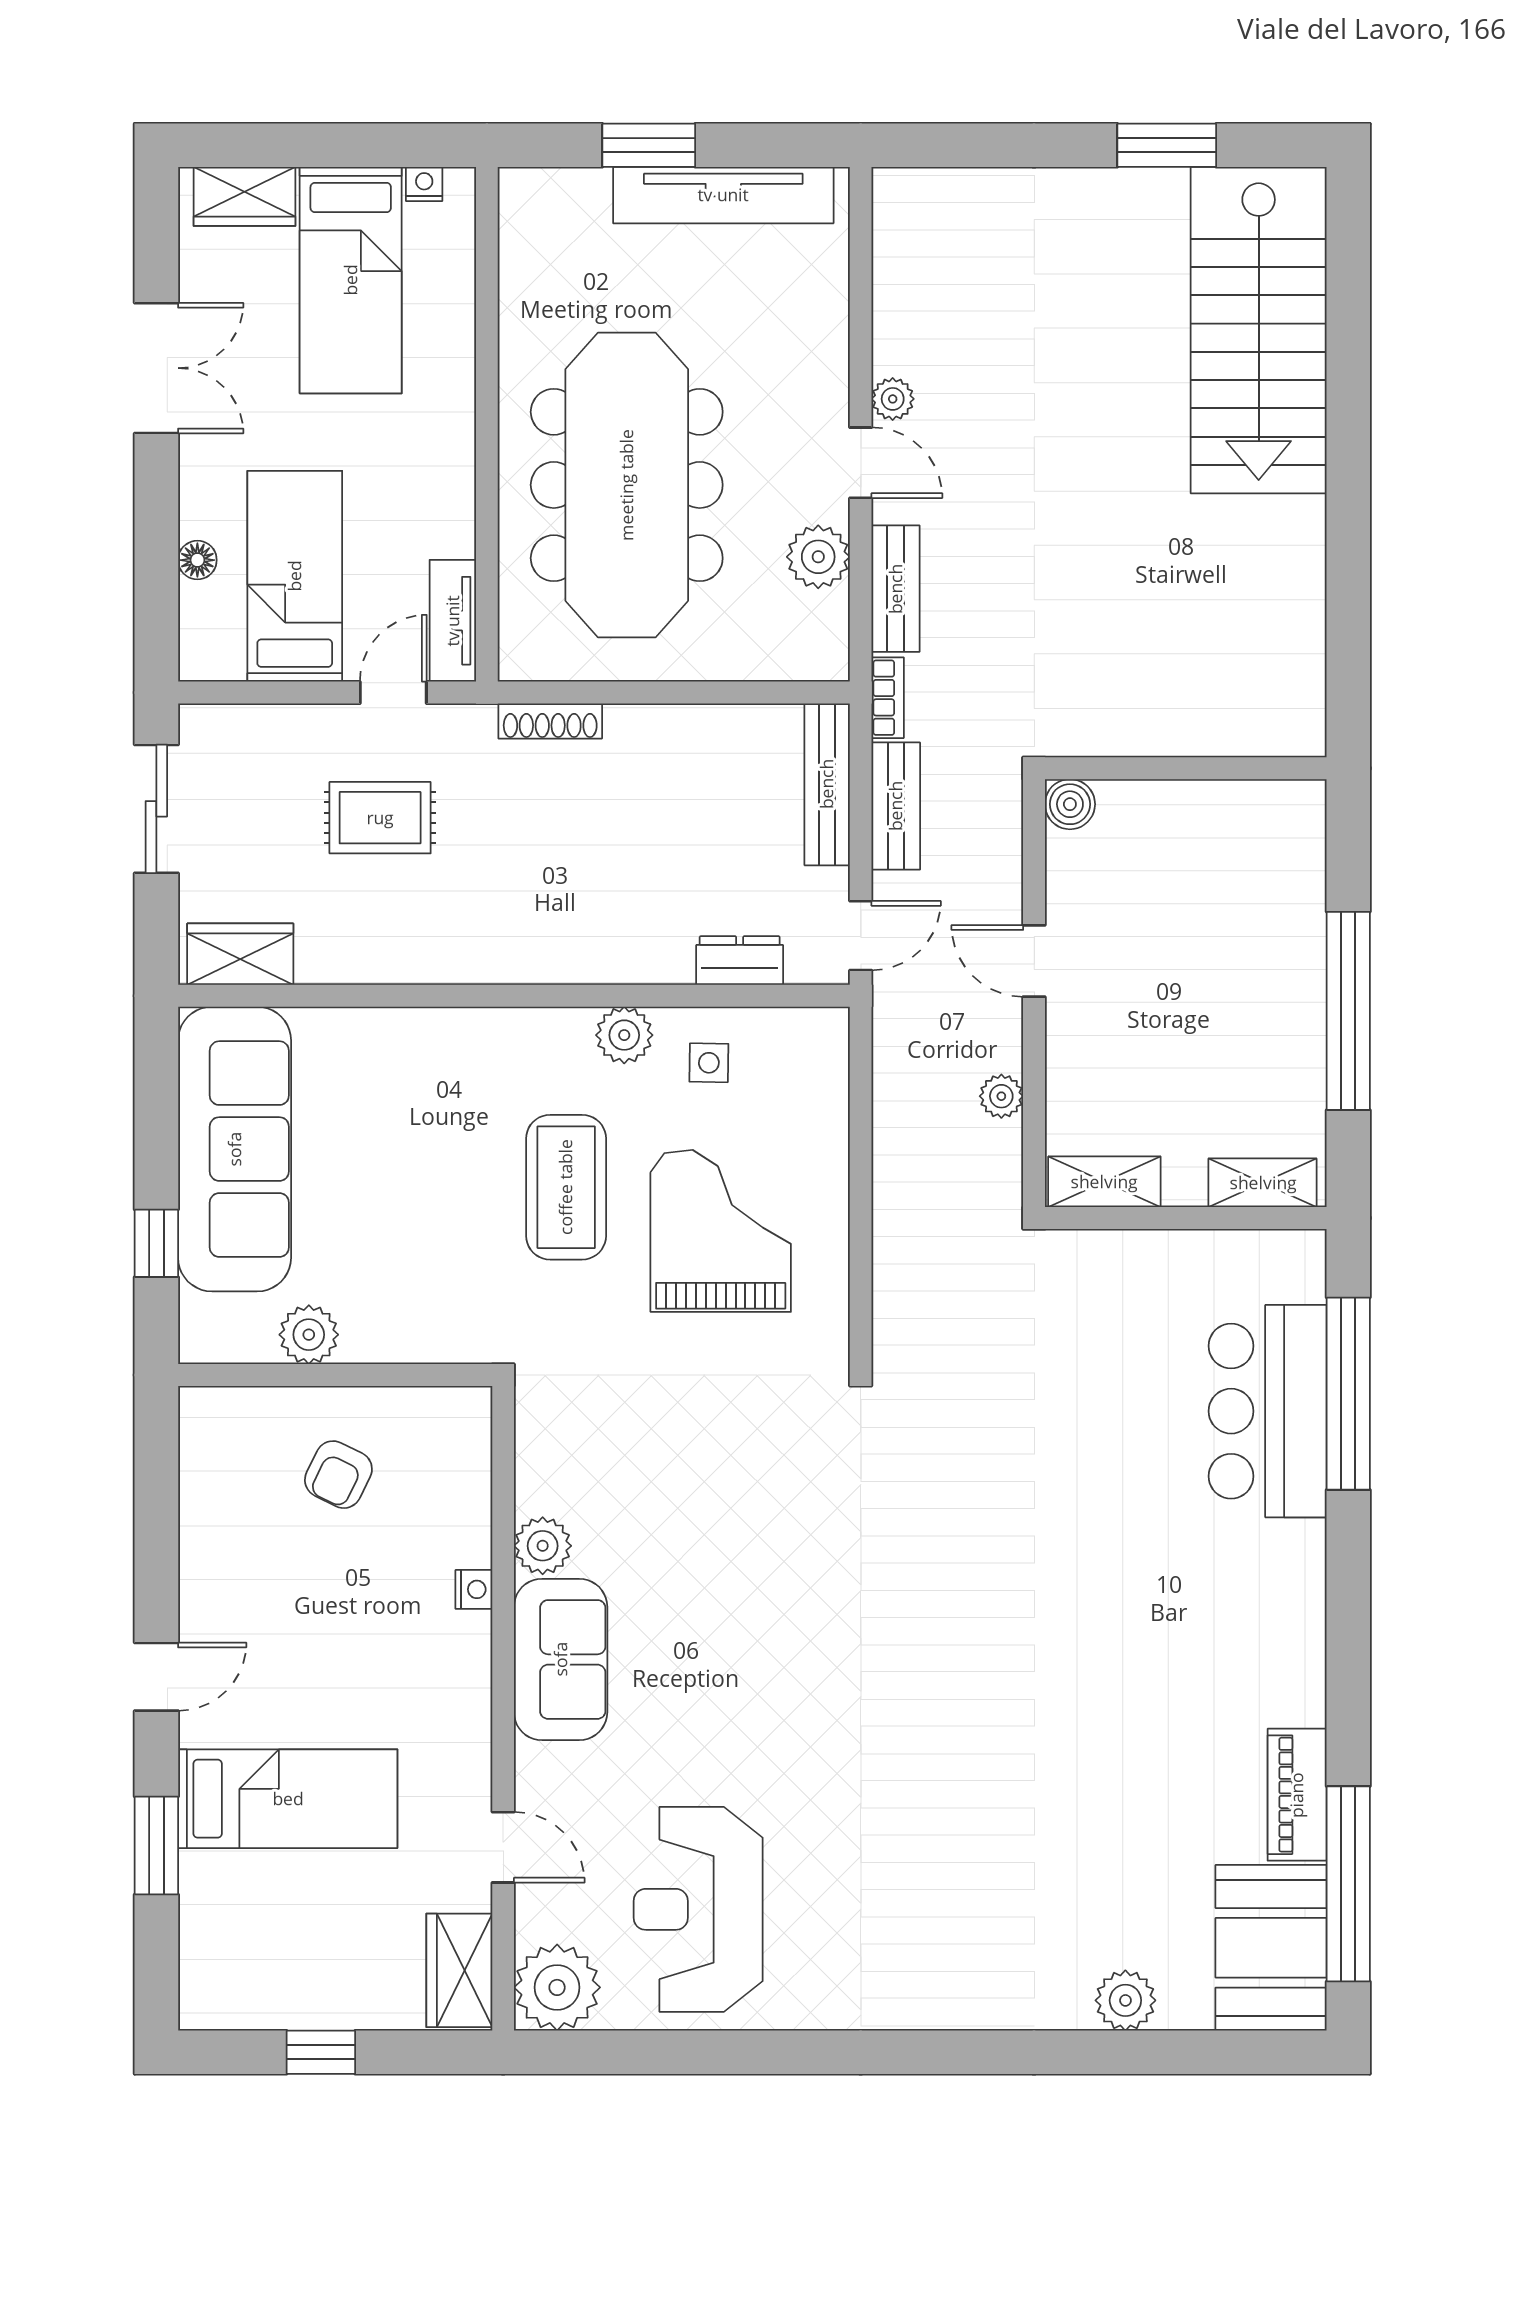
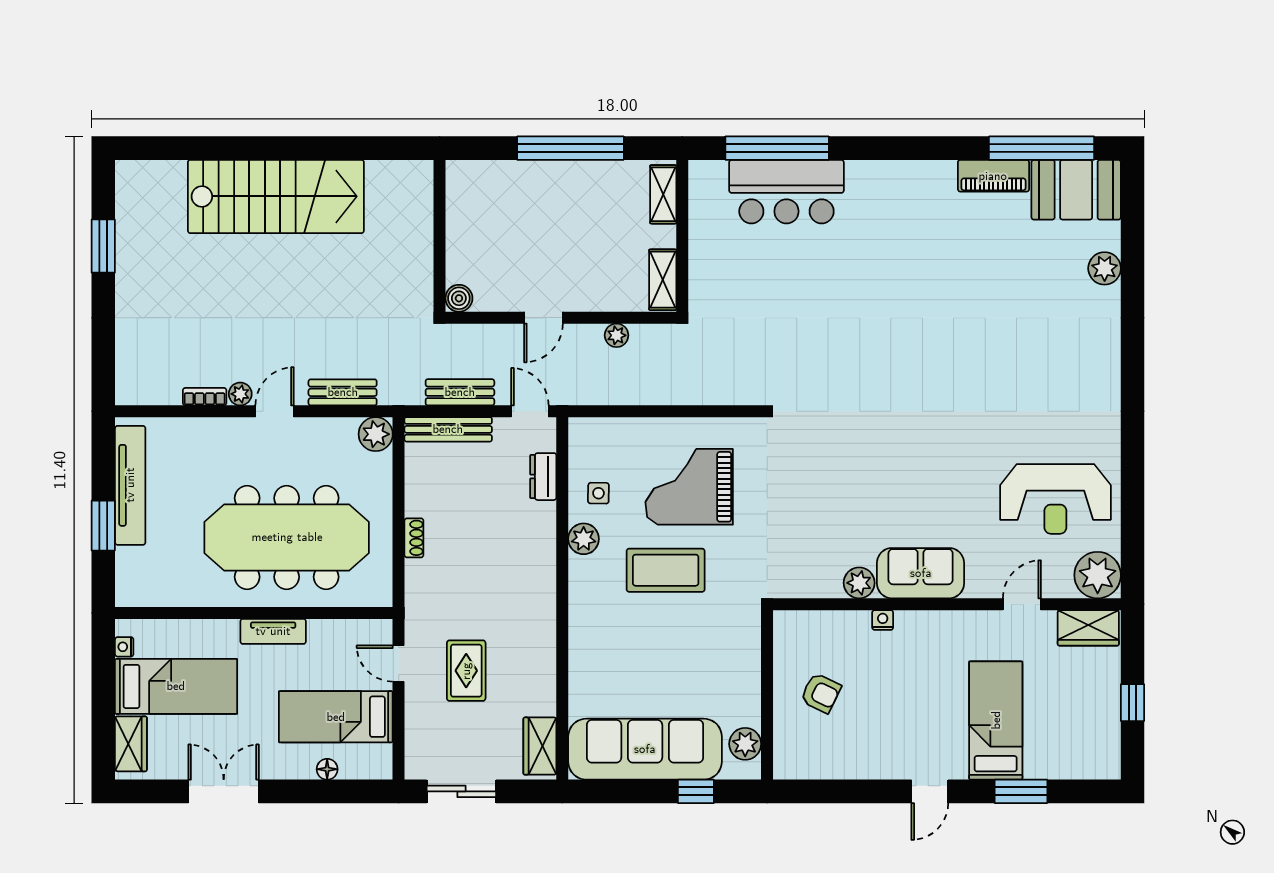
stairs: (1259, 330) -> (276, 196), moved
plant: (818, 557) -> (376, 434), moved
tv unit: (453, 621) -> (273, 631), moved
bookcase: (888, 698) -> (205, 397), moved
shoe rack: (550, 721) -> (414, 538), moved, width x0.70
plant: (309, 1335) -> (745, 744), moved
door: (156, 1677) -> (930, 791), swing flipped

